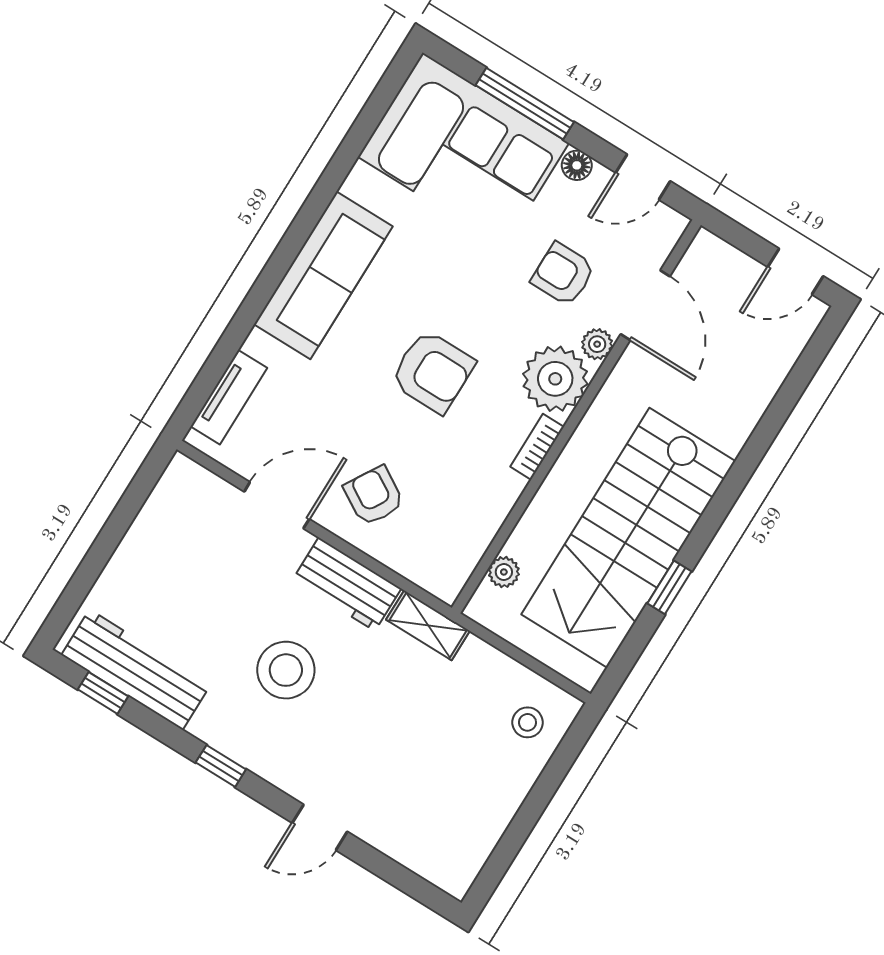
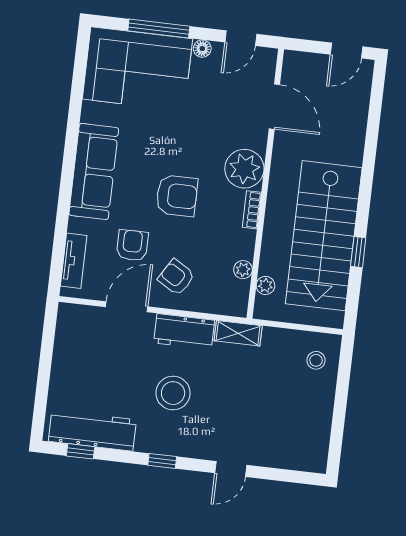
armchair: (563, 274) -> (132, 245), moved, turned 90
plant: (597, 344) -> (243, 270), moved

